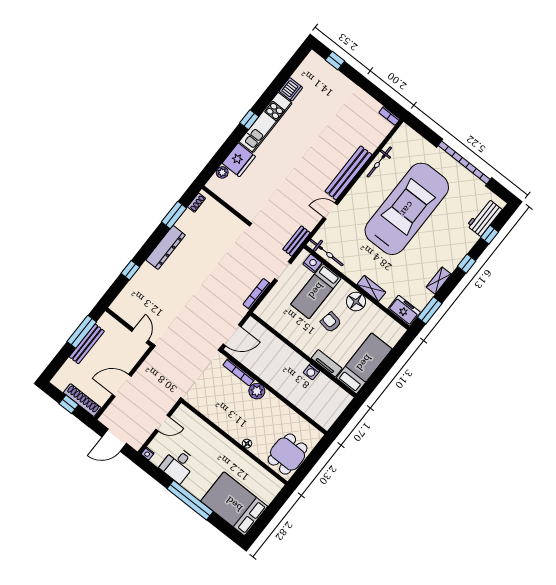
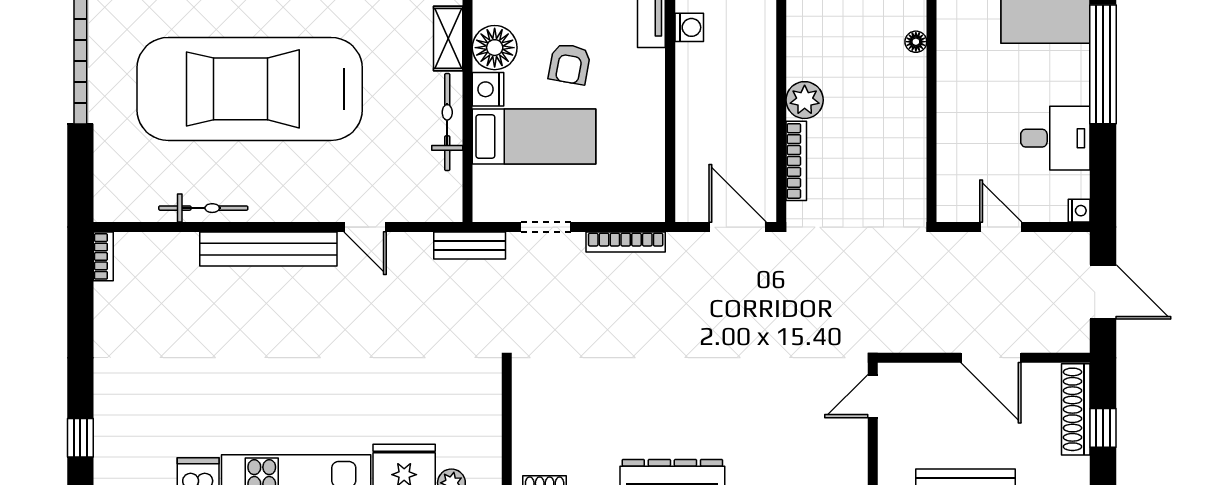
bicycle: (327, 253) -> (447, 122), moved
nightstand: (312, 263) -> (488, 89), moved

